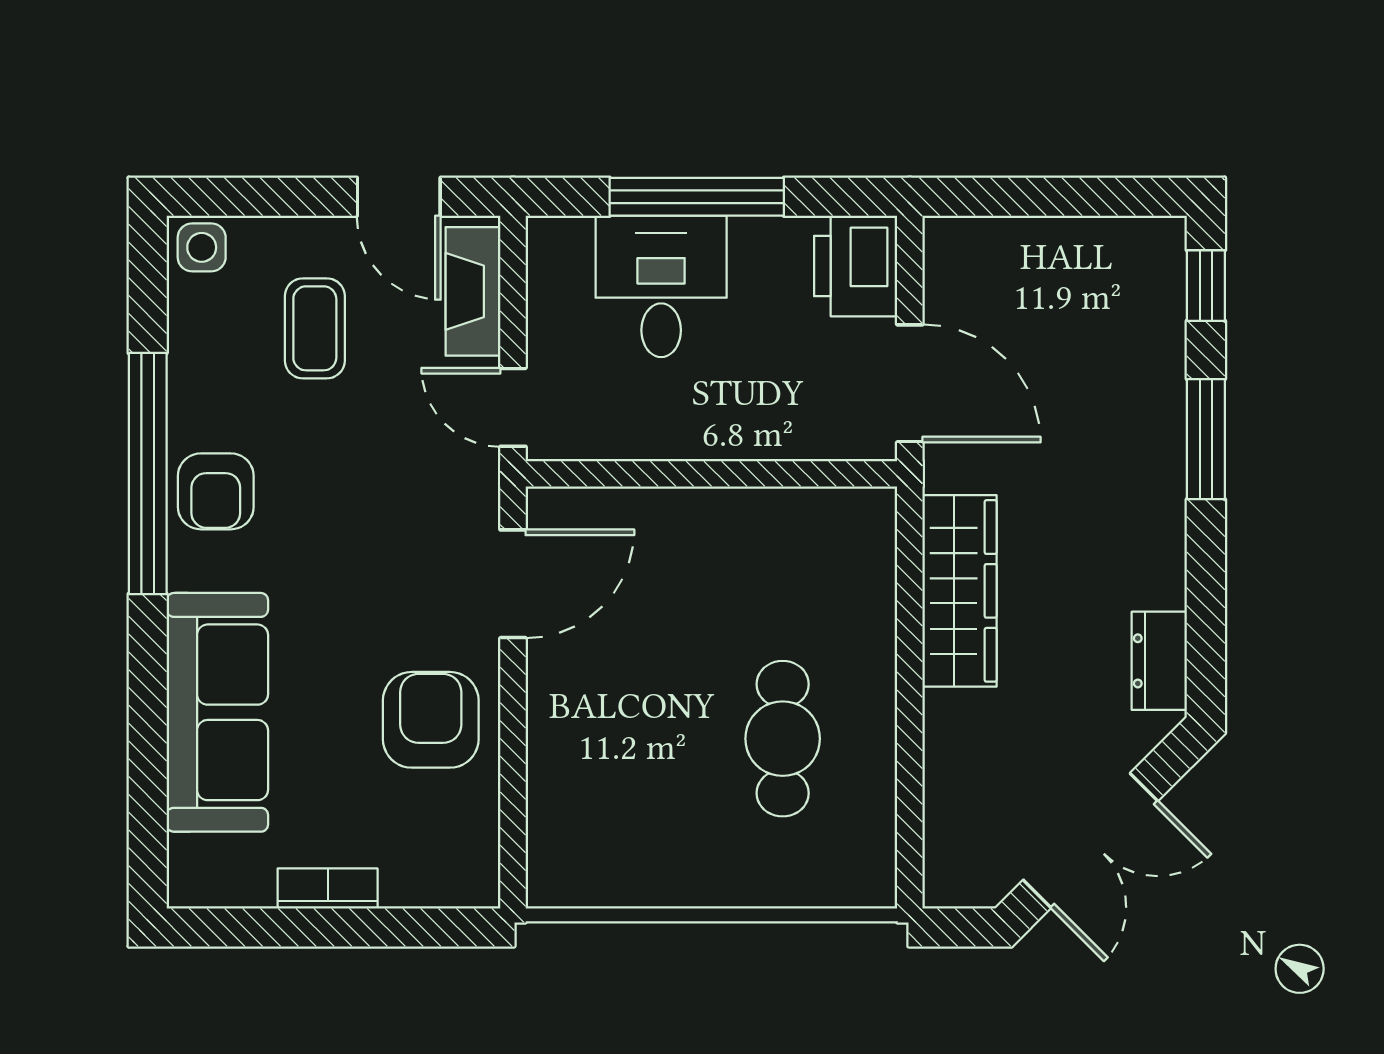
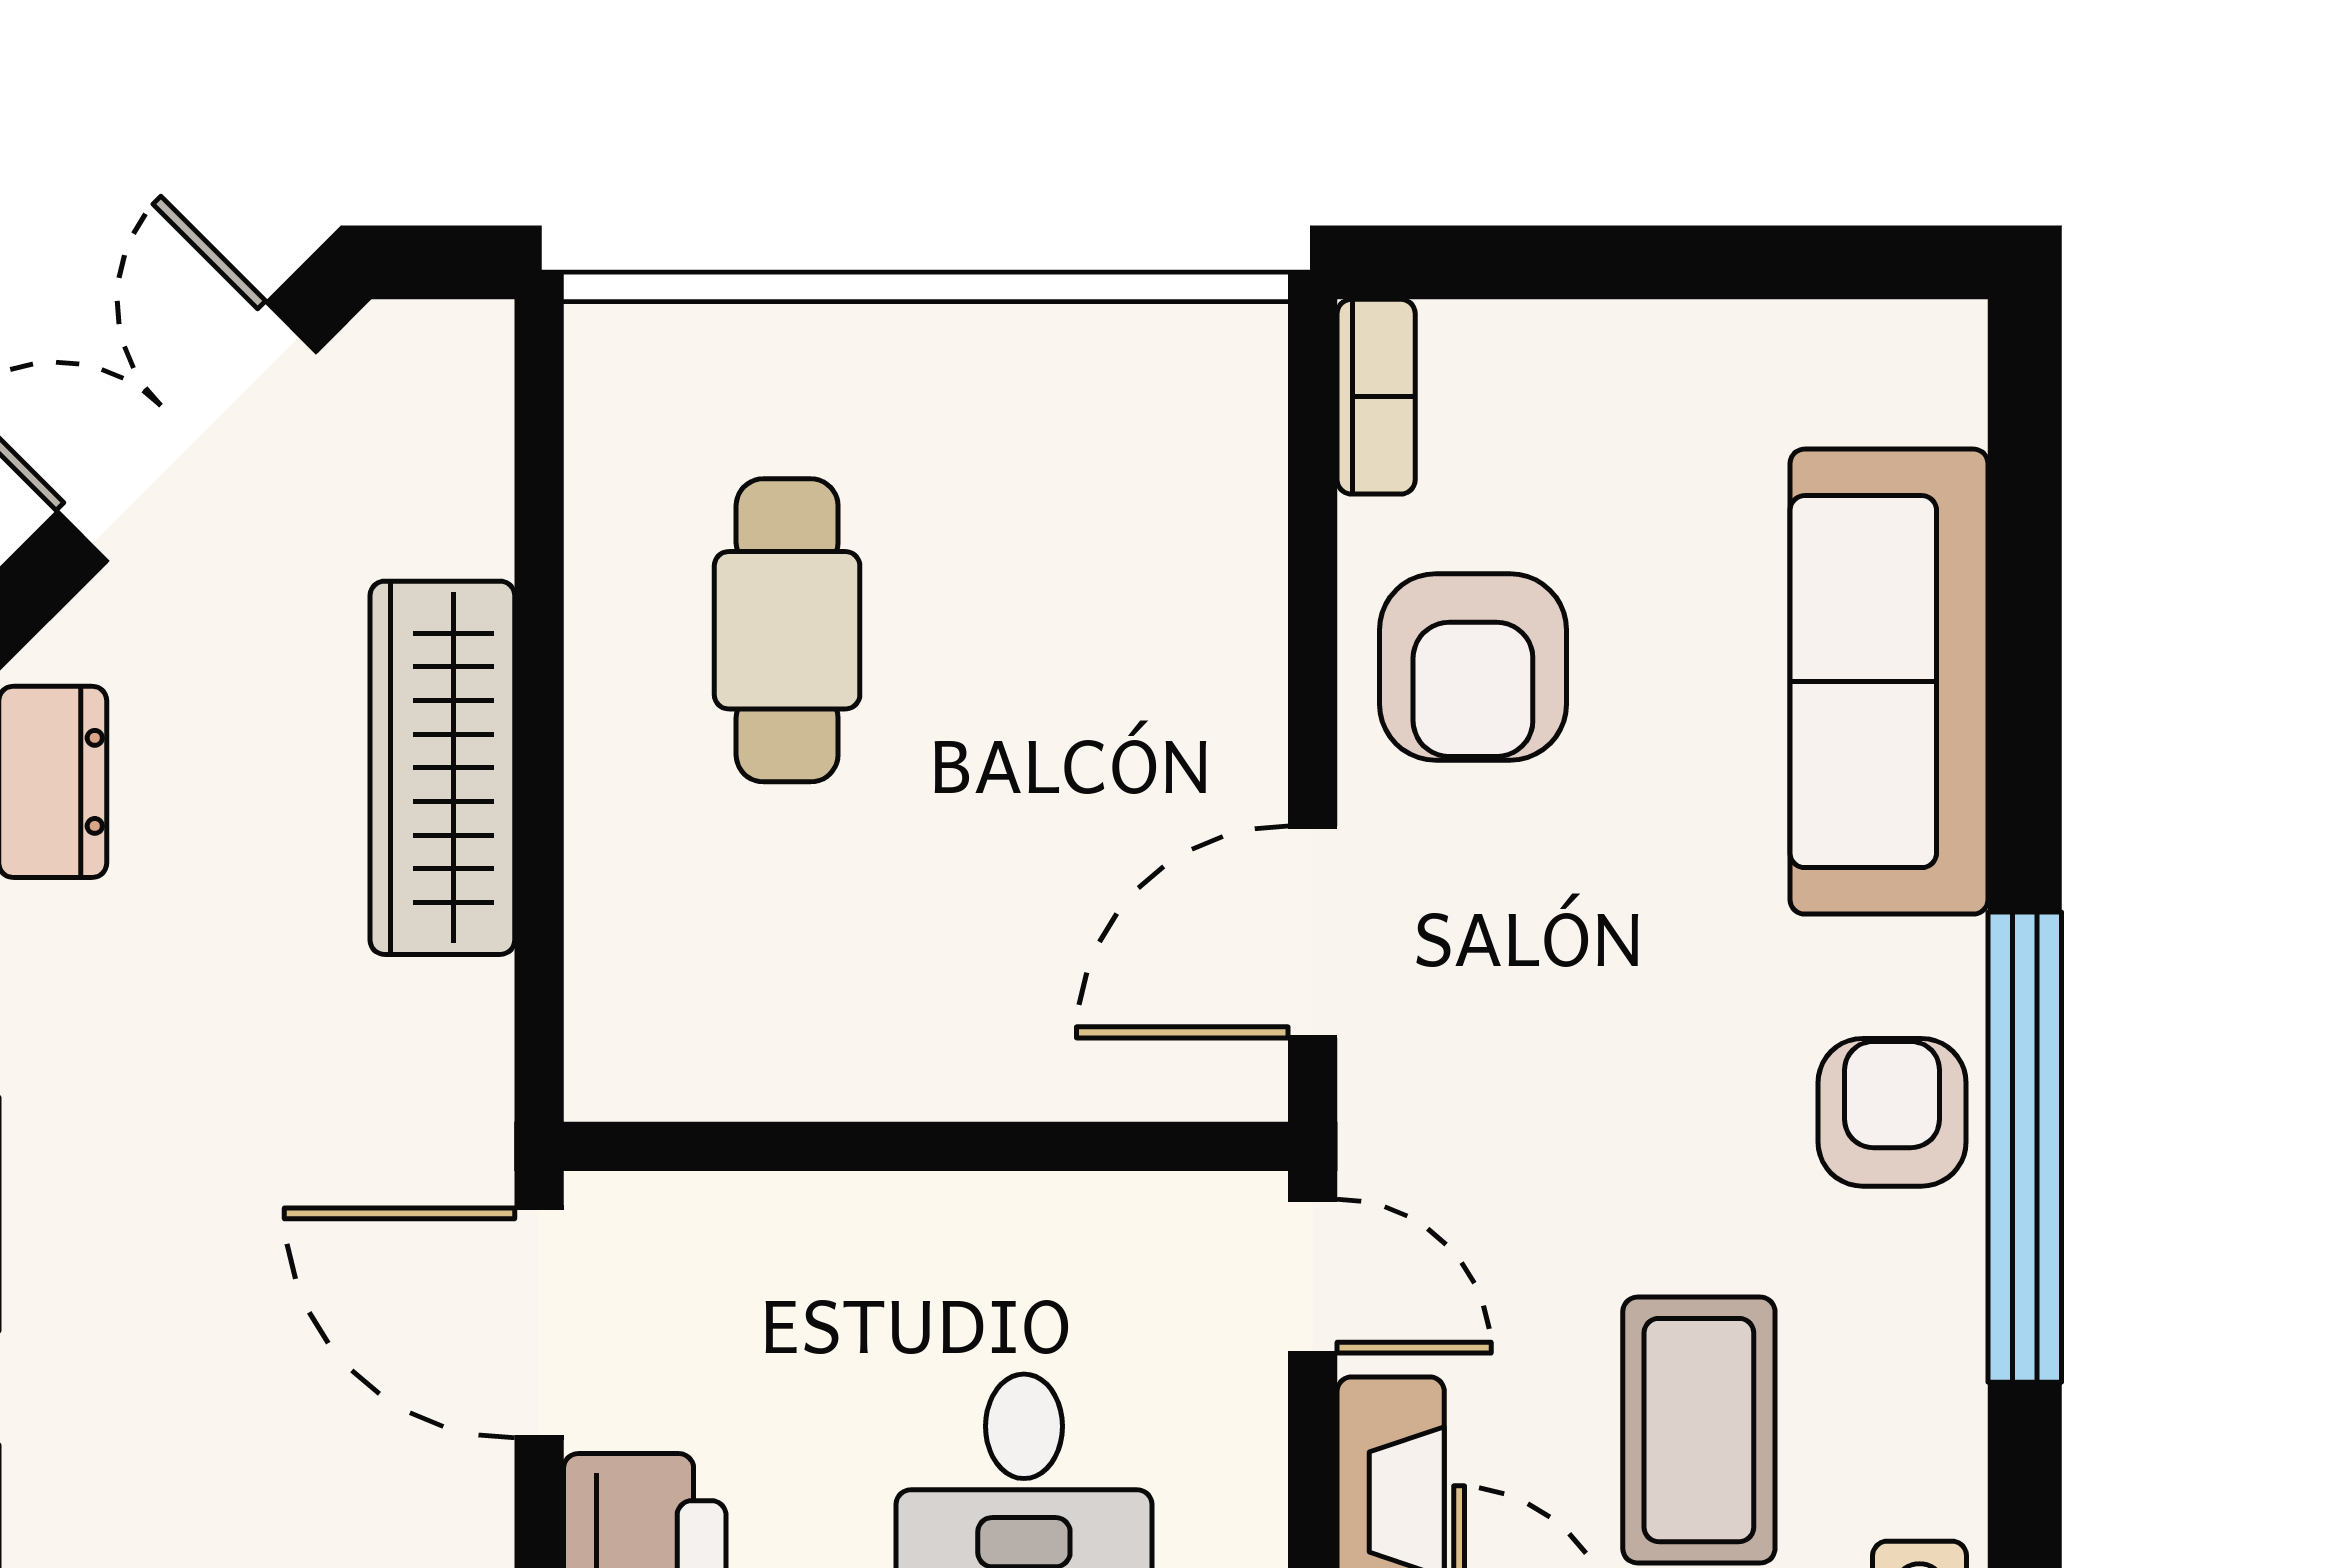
coffee table: (315, 328) -> (1699, 1430), width x1.36, depth x1.30
wardrobe: (959, 591) -> (442, 768), moved
bookcase: (328, 889) -> (1376, 397), moved, turned -90

